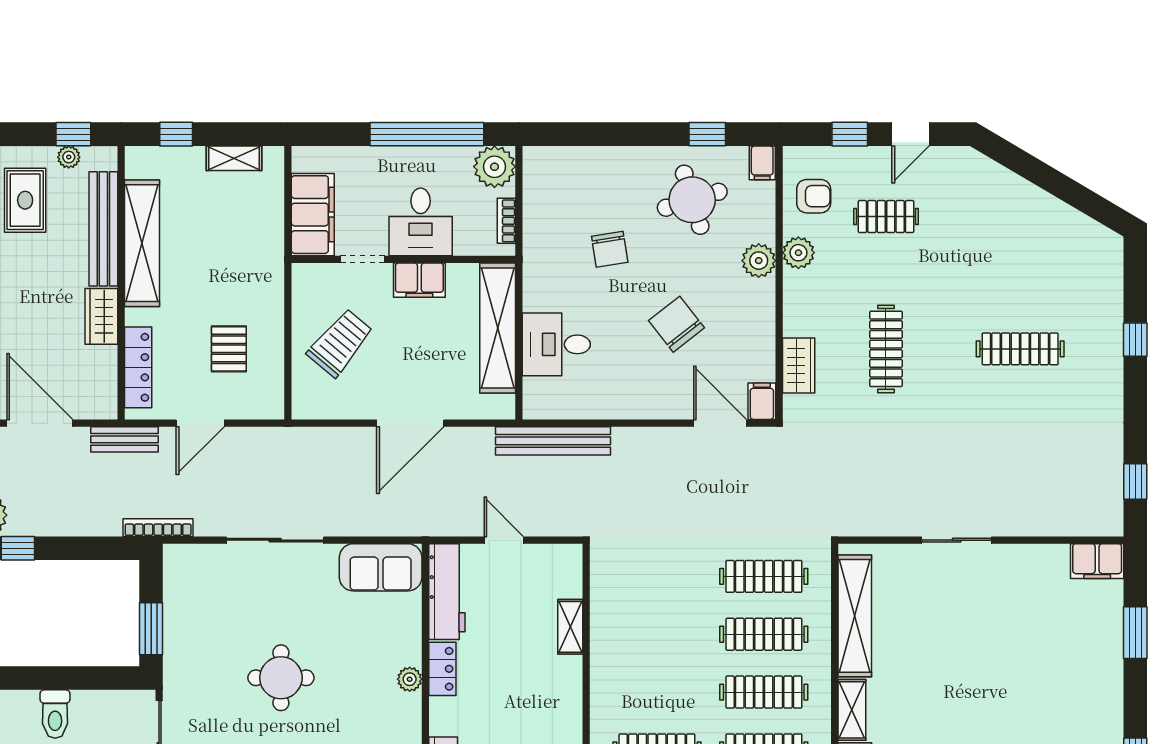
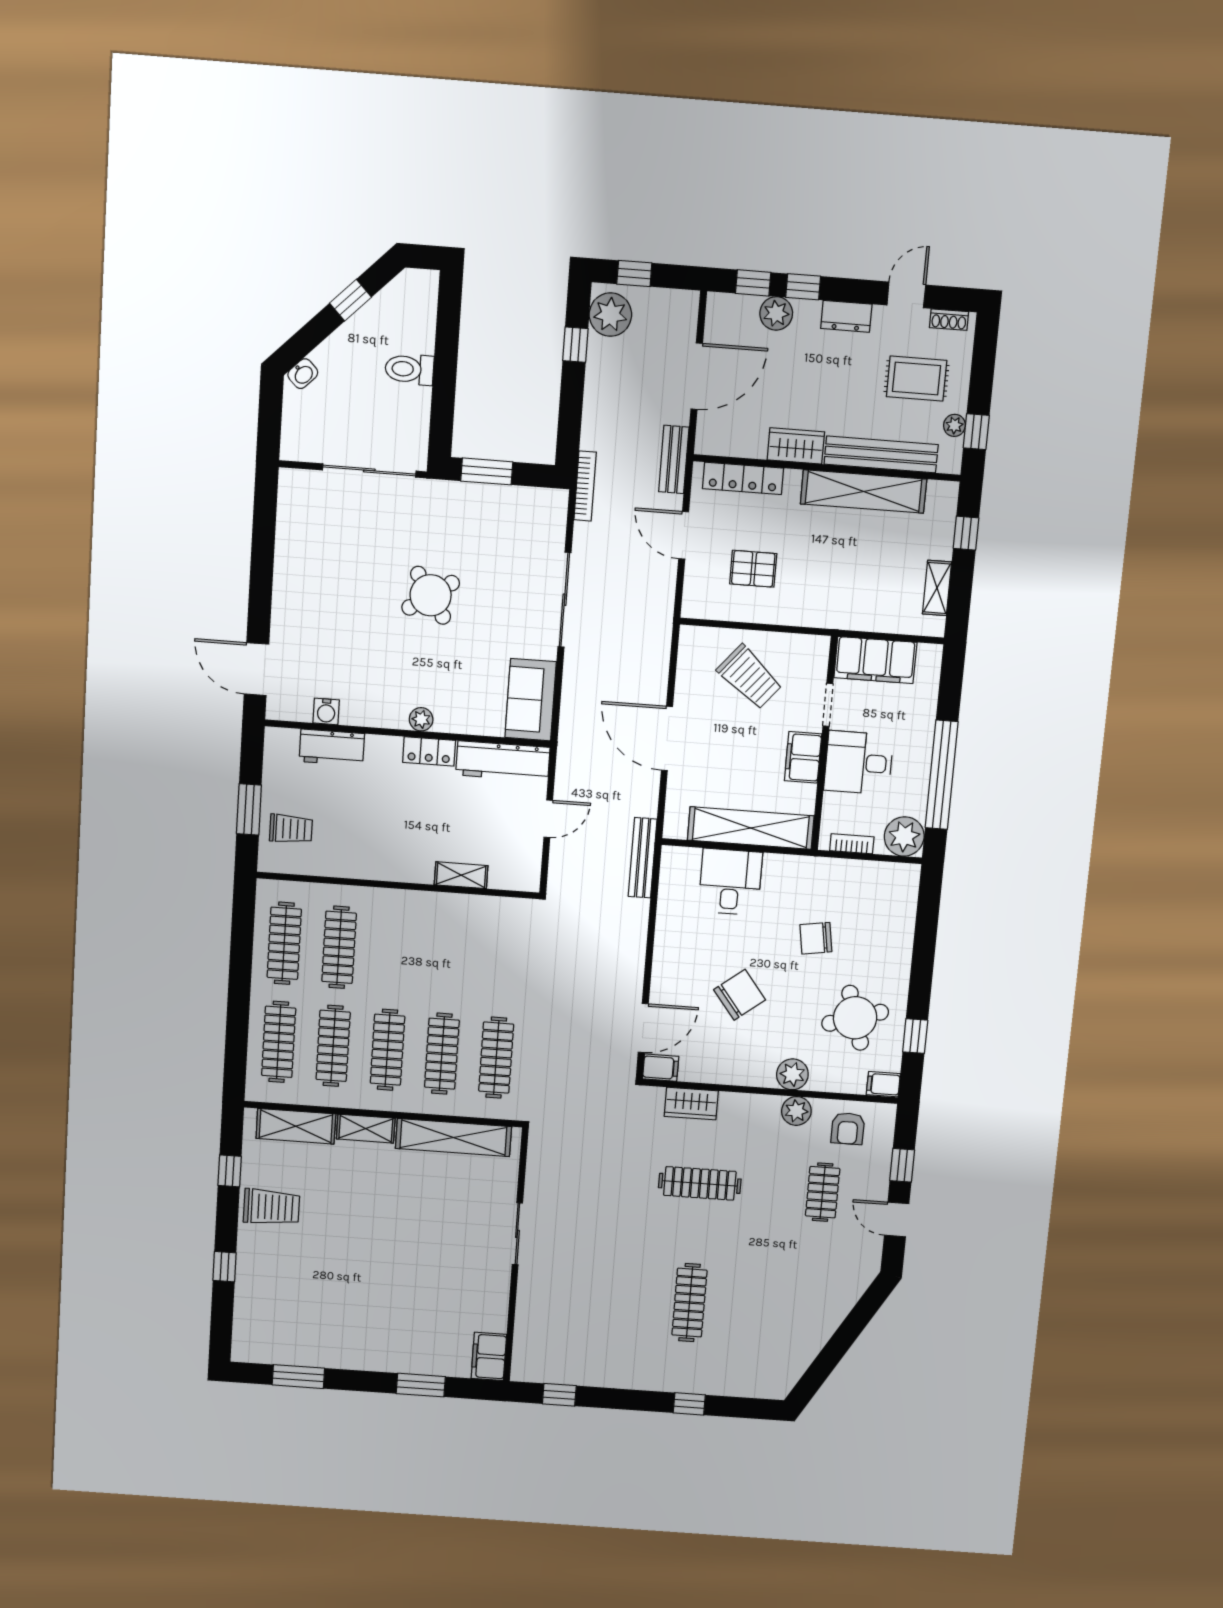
bench: (553, 441) -> (643, 858), width x0.73, depth x0.82
round table: (281, 678) -> (431, 595), turned -34

